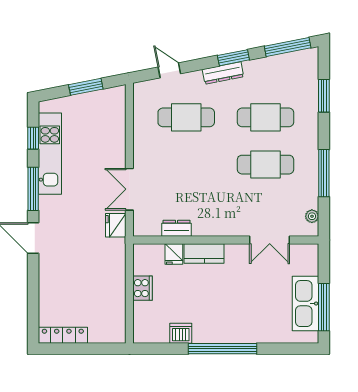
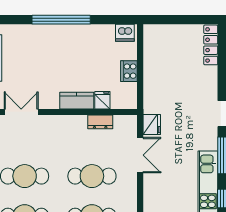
cafe table: (186, 165) -> (92, 176), added
dishwasher: (181, 333) -> (125, 33), moved
locker: (63, 335) -> (211, 45), moved, turned 90

